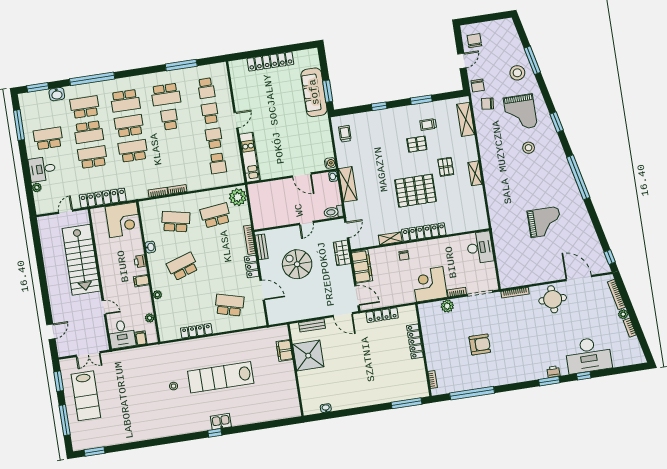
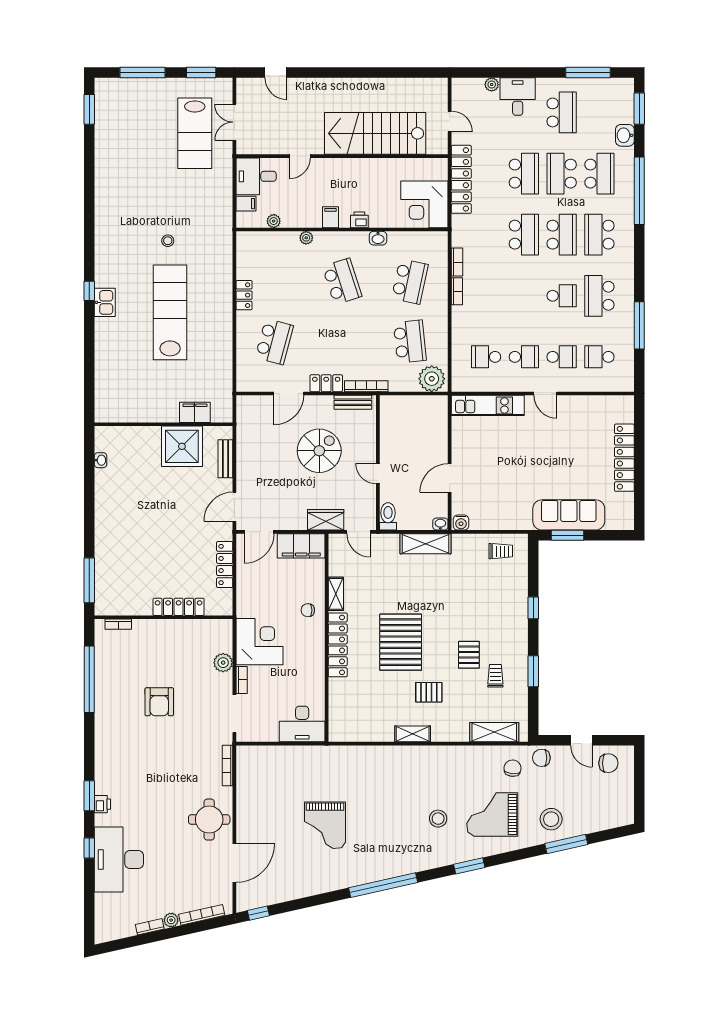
locker: (196, 331) -> (244, 295), width x0.66
lab bench: (86, 396) -> (195, 133), moved, turned -90

